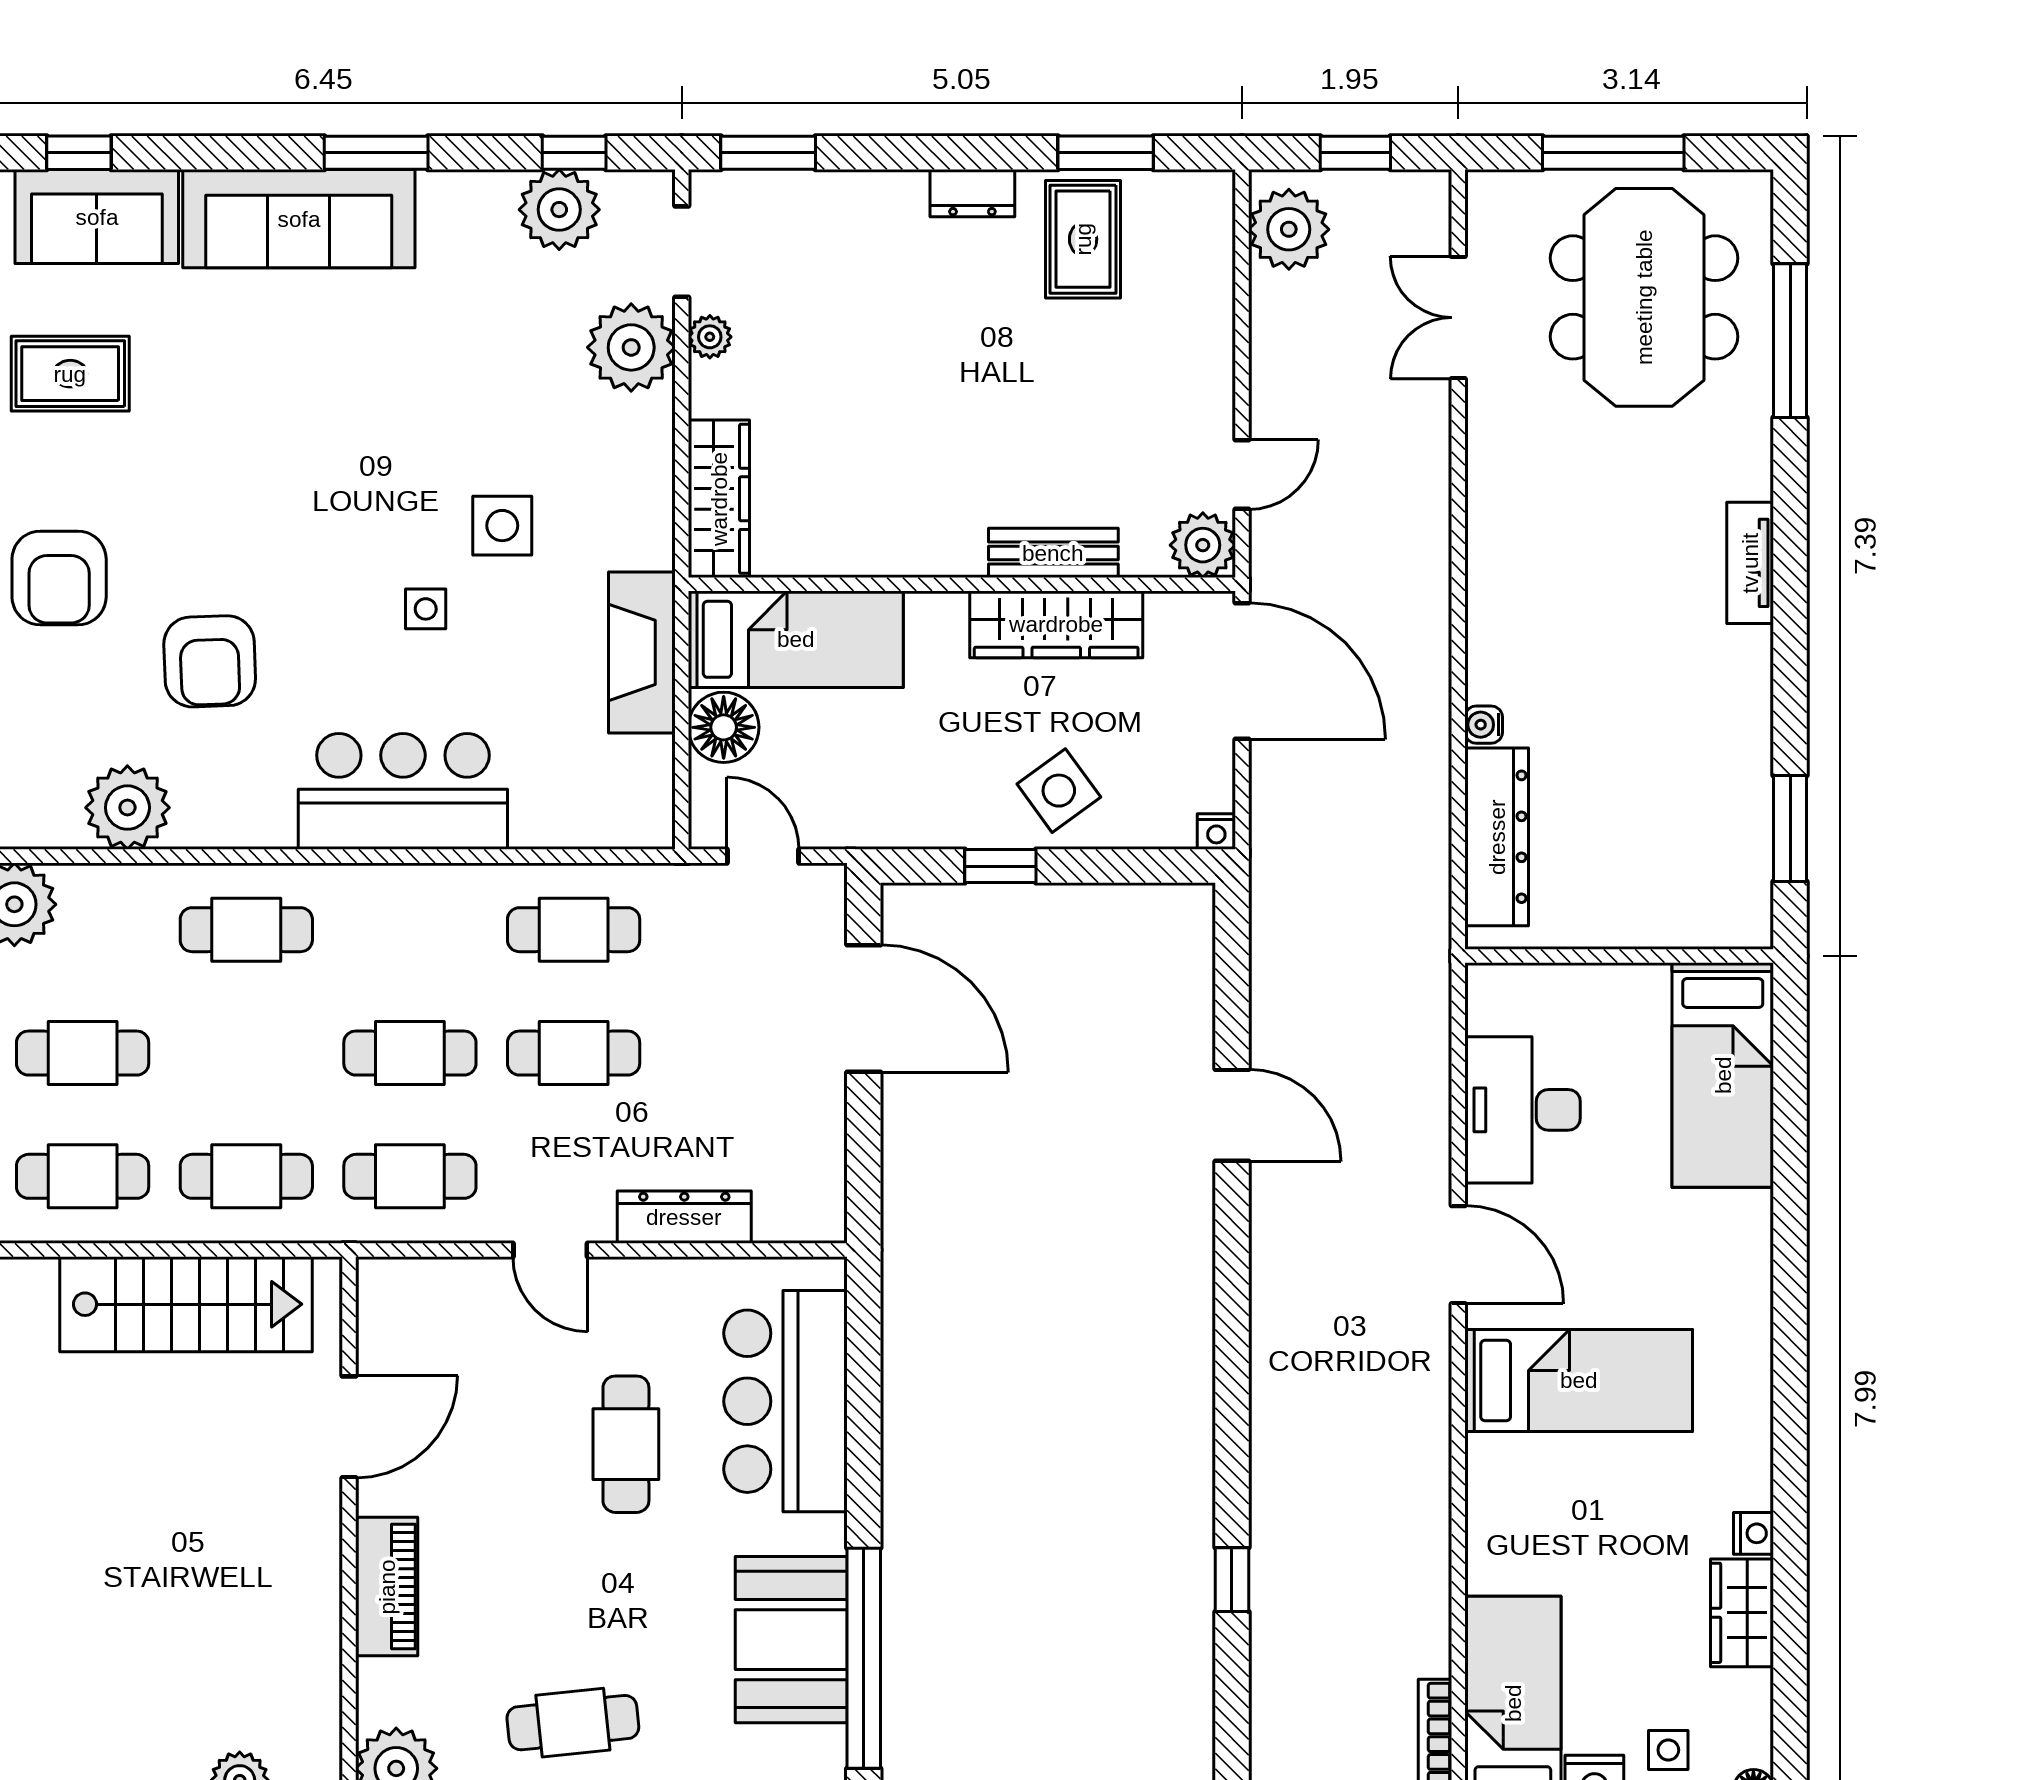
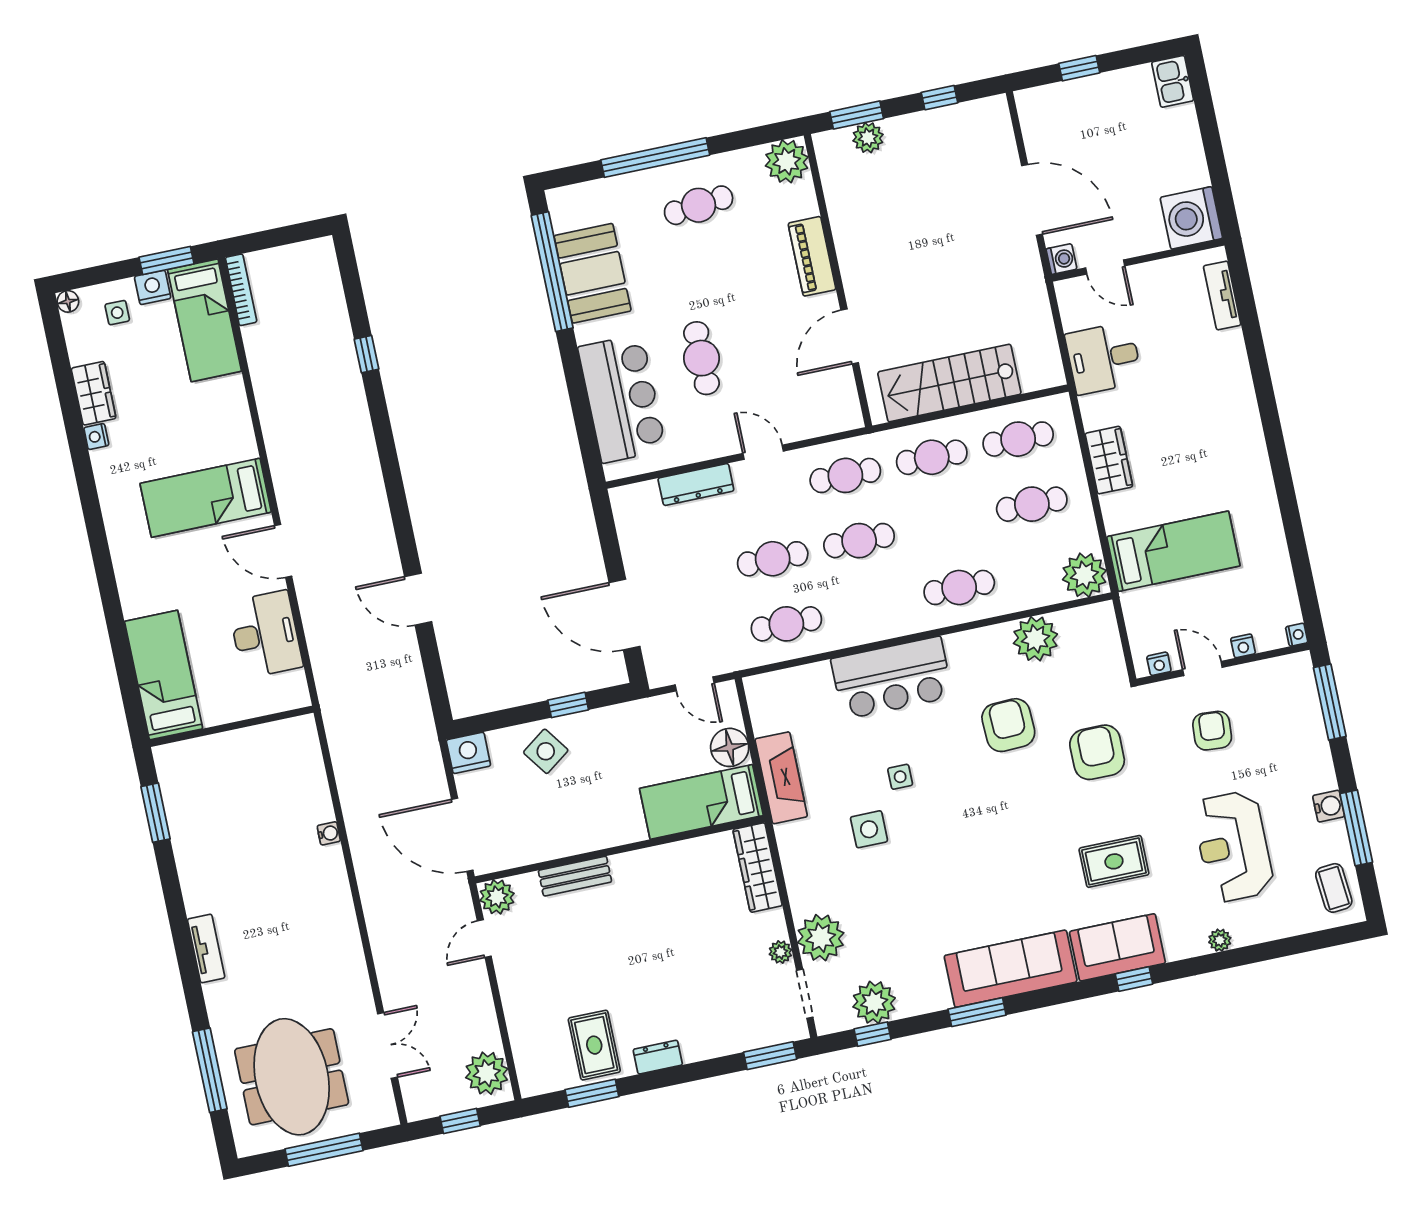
wardrobe: (1056, 624) -> (566, 839), removed
nightstand: (1216, 832) -> (468, 753), width x1.89, depth x1.79
dresser: (1497, 837) -> (309, 776), removed

